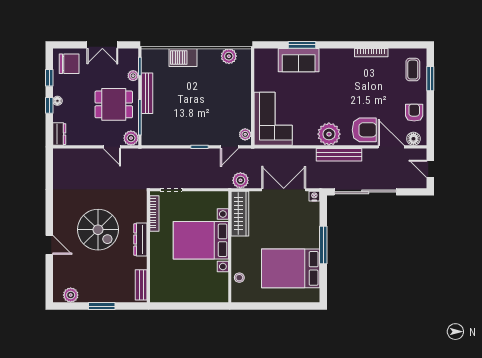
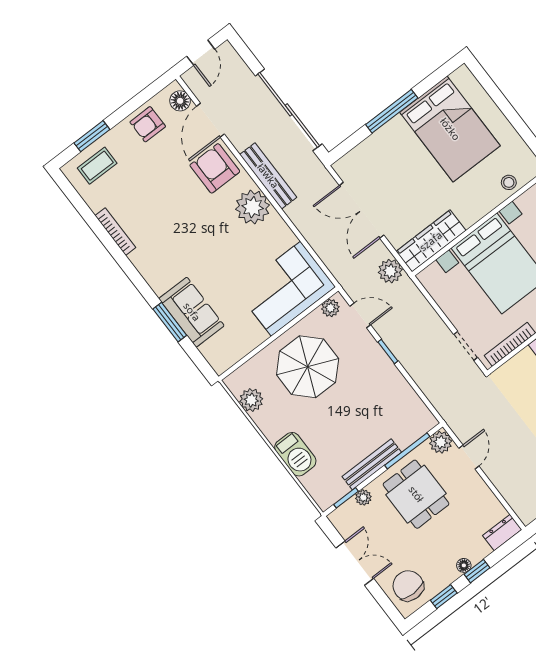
parasol: (224, 99) -> (308, 367), added
nightstand: (314, 196) -> (341, 167), removed

